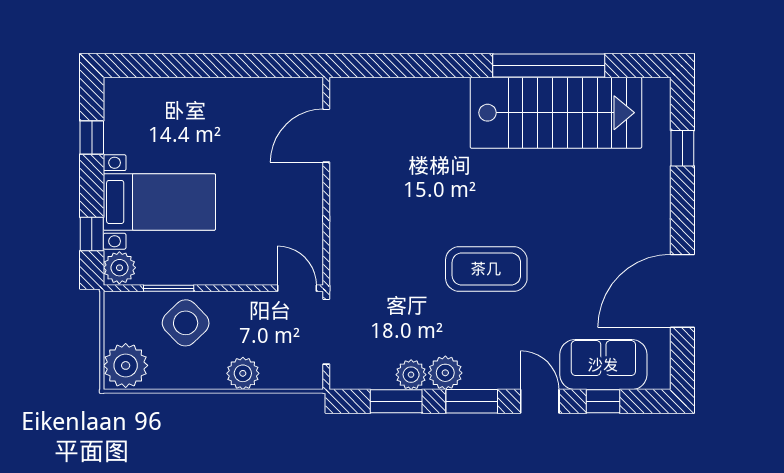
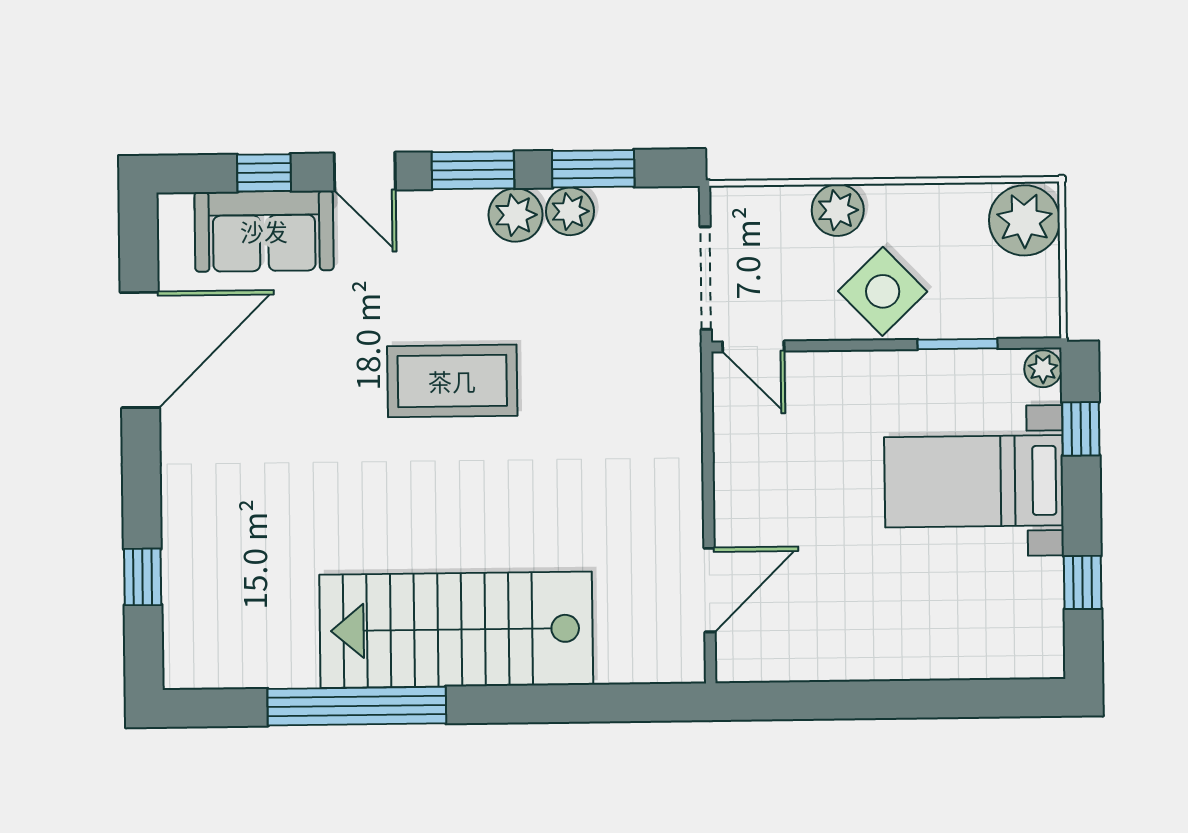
stairs: (556, 113) -> (456, 630), moved
plant: (119, 268) -> (1043, 369), width x0.73, depth x0.73
side table: (186, 323) -> (883, 291), moved

